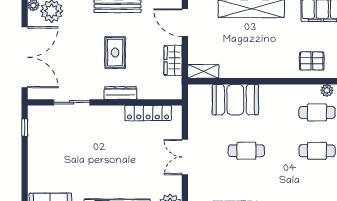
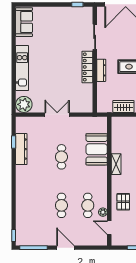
shelving: (203, 71) -> (116, 164), moved
locker: (148, 113) -> (87, 67), moved

